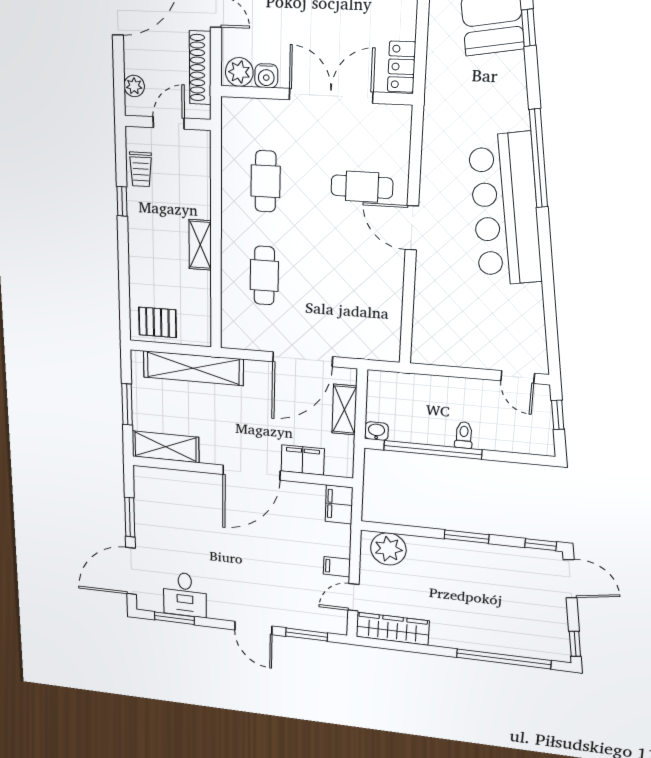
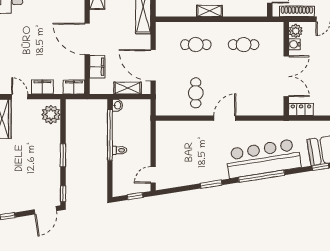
cafe table: (362, 187) -> (196, 93), moved
bar counter: (505, 210) -> (263, 158), moved
window: (546, 264) -> (211, 184), added
filing cabinet: (337, 567) -> (42, 87), width x2.00

